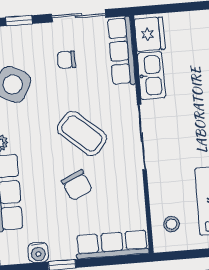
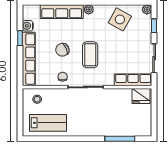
chair: (66, 60) -> (63, 77), moved
kitchen sink: (151, 75) -> (118, 95), removed
coffee table: (82, 133) -> (90, 55), turned -41
row of seats: (112, 245) -> (29, 59), width x1.36

